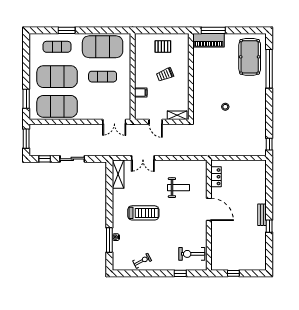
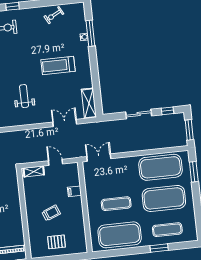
weight bench: (178, 188) -> (24, 96), turned 90

